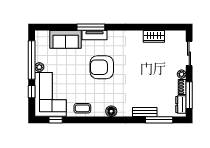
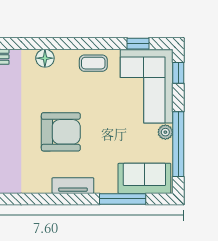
window: (91, 27) -> (123, 199), moved
sofa: (66, 39) -> (144, 178), moved
window: (32, 92) -> (178, 73), moved

